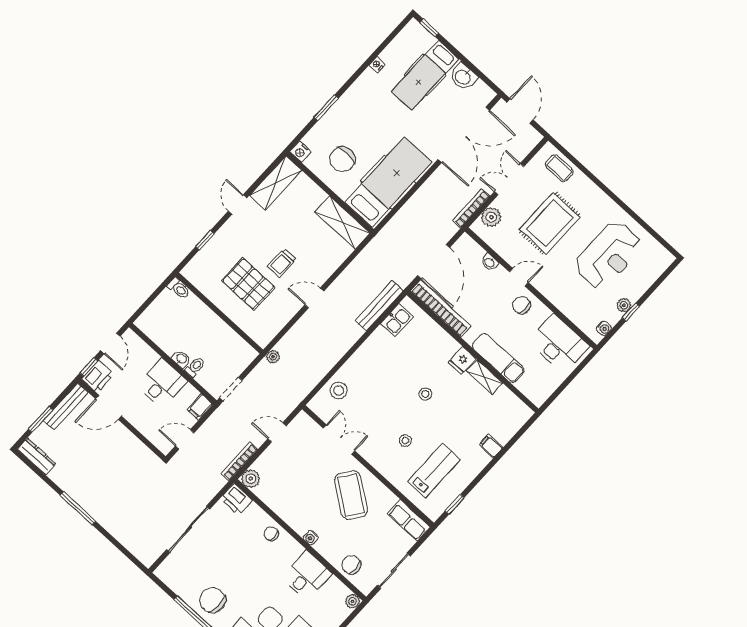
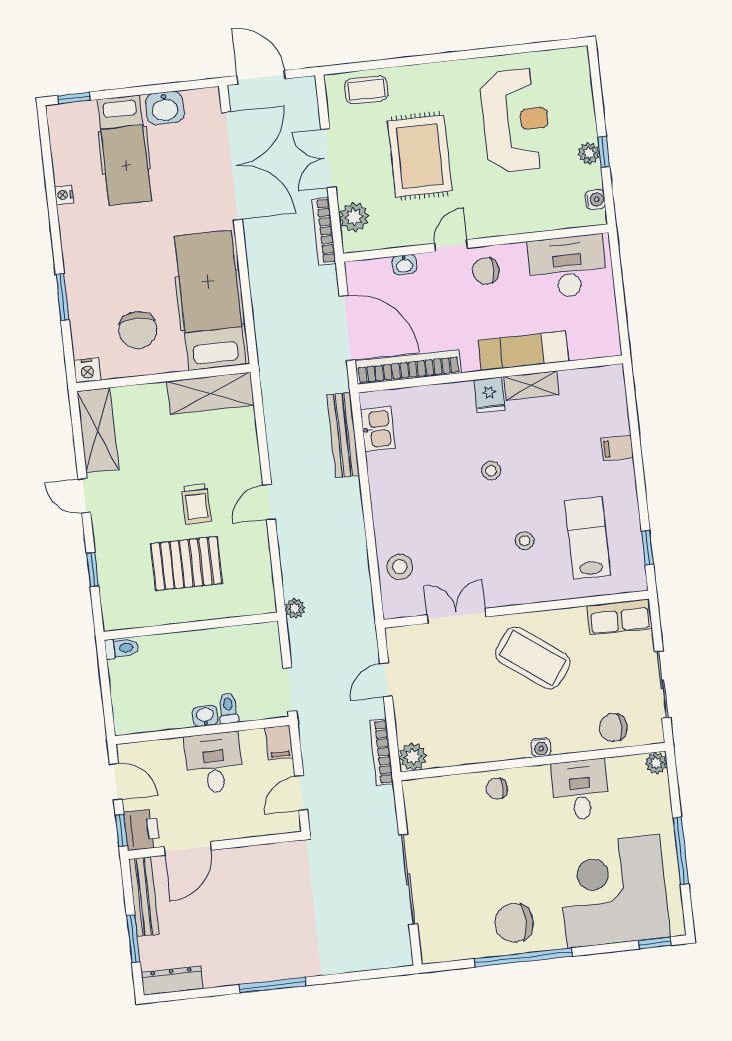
printer: (236, 499) -> (422, 794), removed

